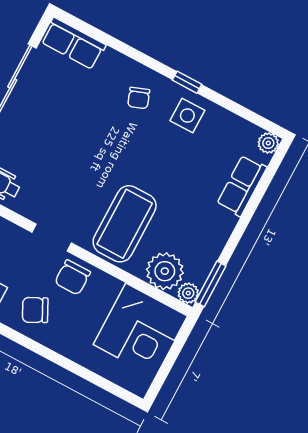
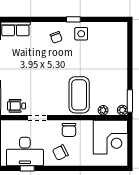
plant: (268, 143) -> (122, 27), removed
row of seats: (242, 186) -> (121, 51), removed
doorway: (52, 238) -> (37, 118), moved
plant: (165, 271) -> (103, 110), width x0.53, depth x0.53

